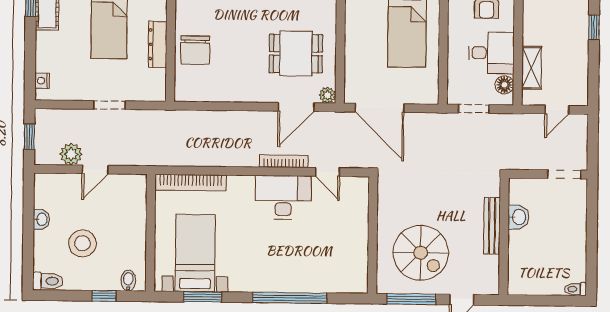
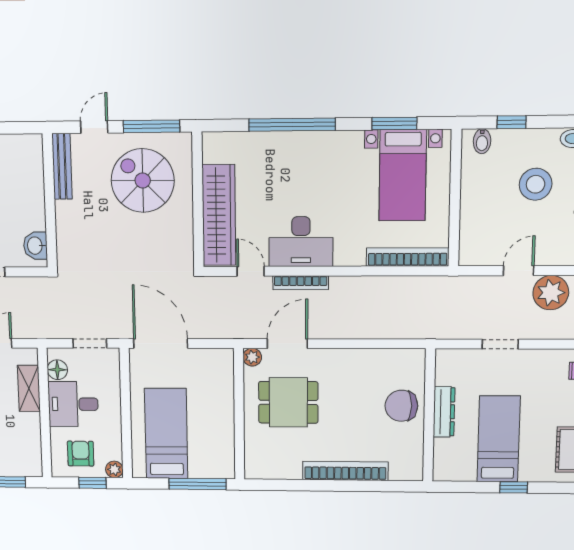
chair: (195, 50) -> (401, 406), turned -90
door: (380, 108) -> (161, 343), moved
plant: (71, 154) -> (551, 293), width x1.36, depth x1.36
washbasin: (519, 217) -> (35, 246), moved
wardrobe: (354, 222) -> (219, 215), added
bench: (492, 226) -> (62, 166), moved

